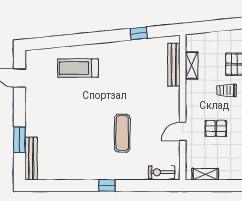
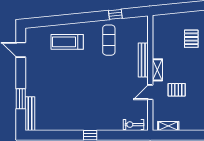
bench: (174, 65) -> (143, 60), moved
shelving: (192, 66) -> (157, 70), moved
trolley: (226, 90) -> (185, 60), removed
exercise mat: (122, 133) -> (109, 40), moved

